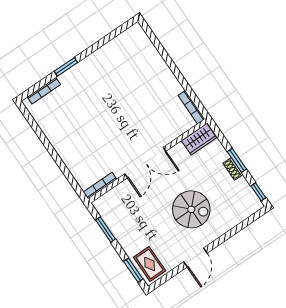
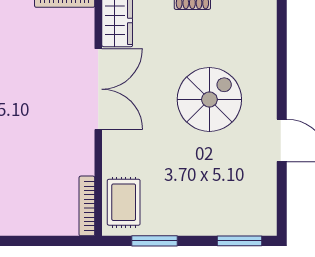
double door: (145, 163) -> (98, 89), moved
rug: (150, 264) -> (124, 202), moved, turned 90

